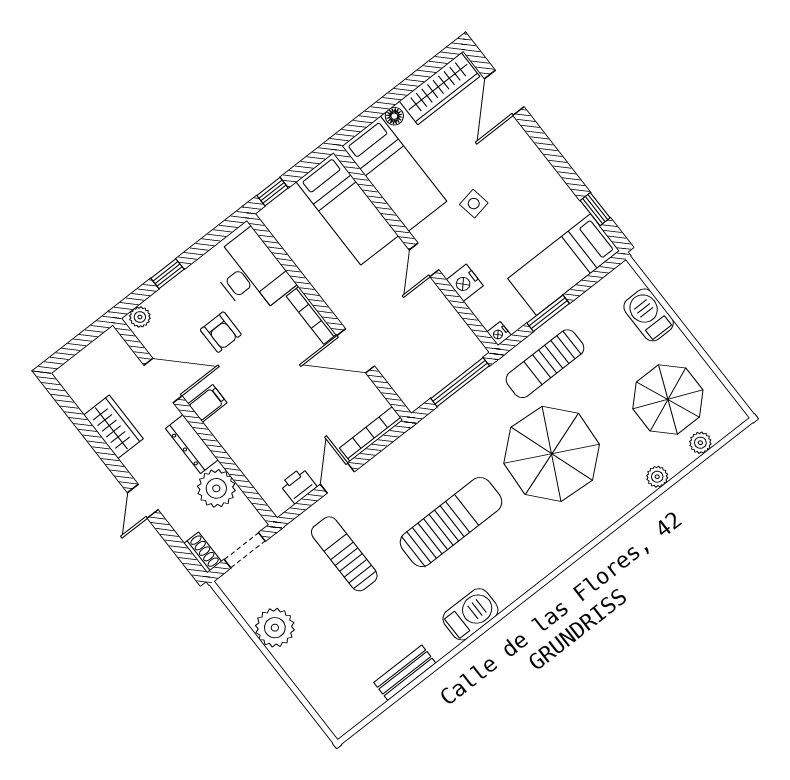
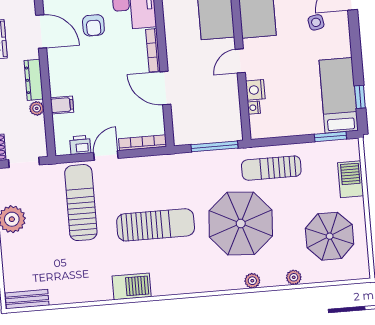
side table: (474, 204) -> (316, 22), moved
bed: (564, 265) -> (339, 95), moved, turned 90
window: (548, 313) -> (330, 137), moved
nightstand: (499, 334) -> (254, 108), moved
filing cabinet: (207, 403) -> (62, 105), moved
plant: (700, 443) -> (252, 281), moved
plant: (216, 488) -> (37, 108), width x0.53, depth x0.53
sun lounger: (344, 554) -> (81, 203), width x1.36, depth x1.34
bench: (405, 673) -> (27, 299), moved

